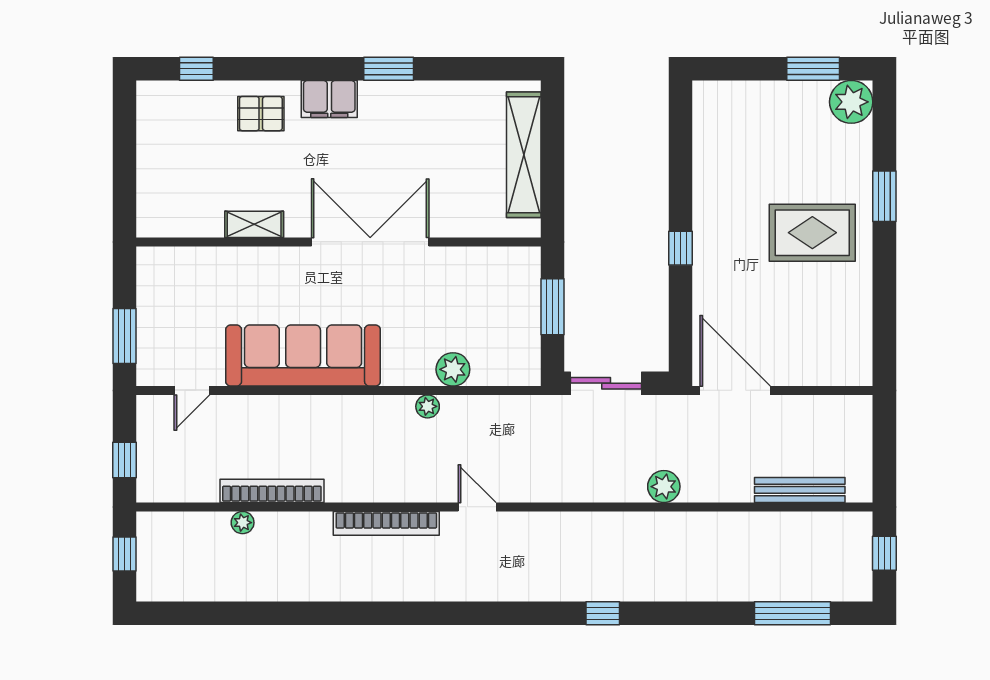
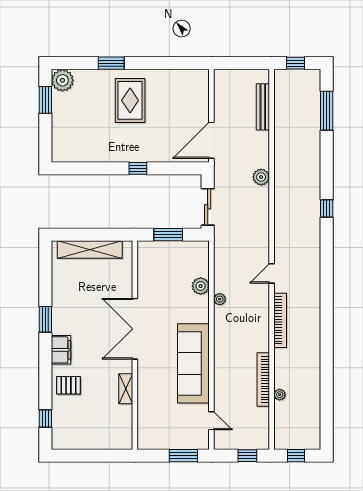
pallet: (261, 114) -> (68, 385), turned 90

